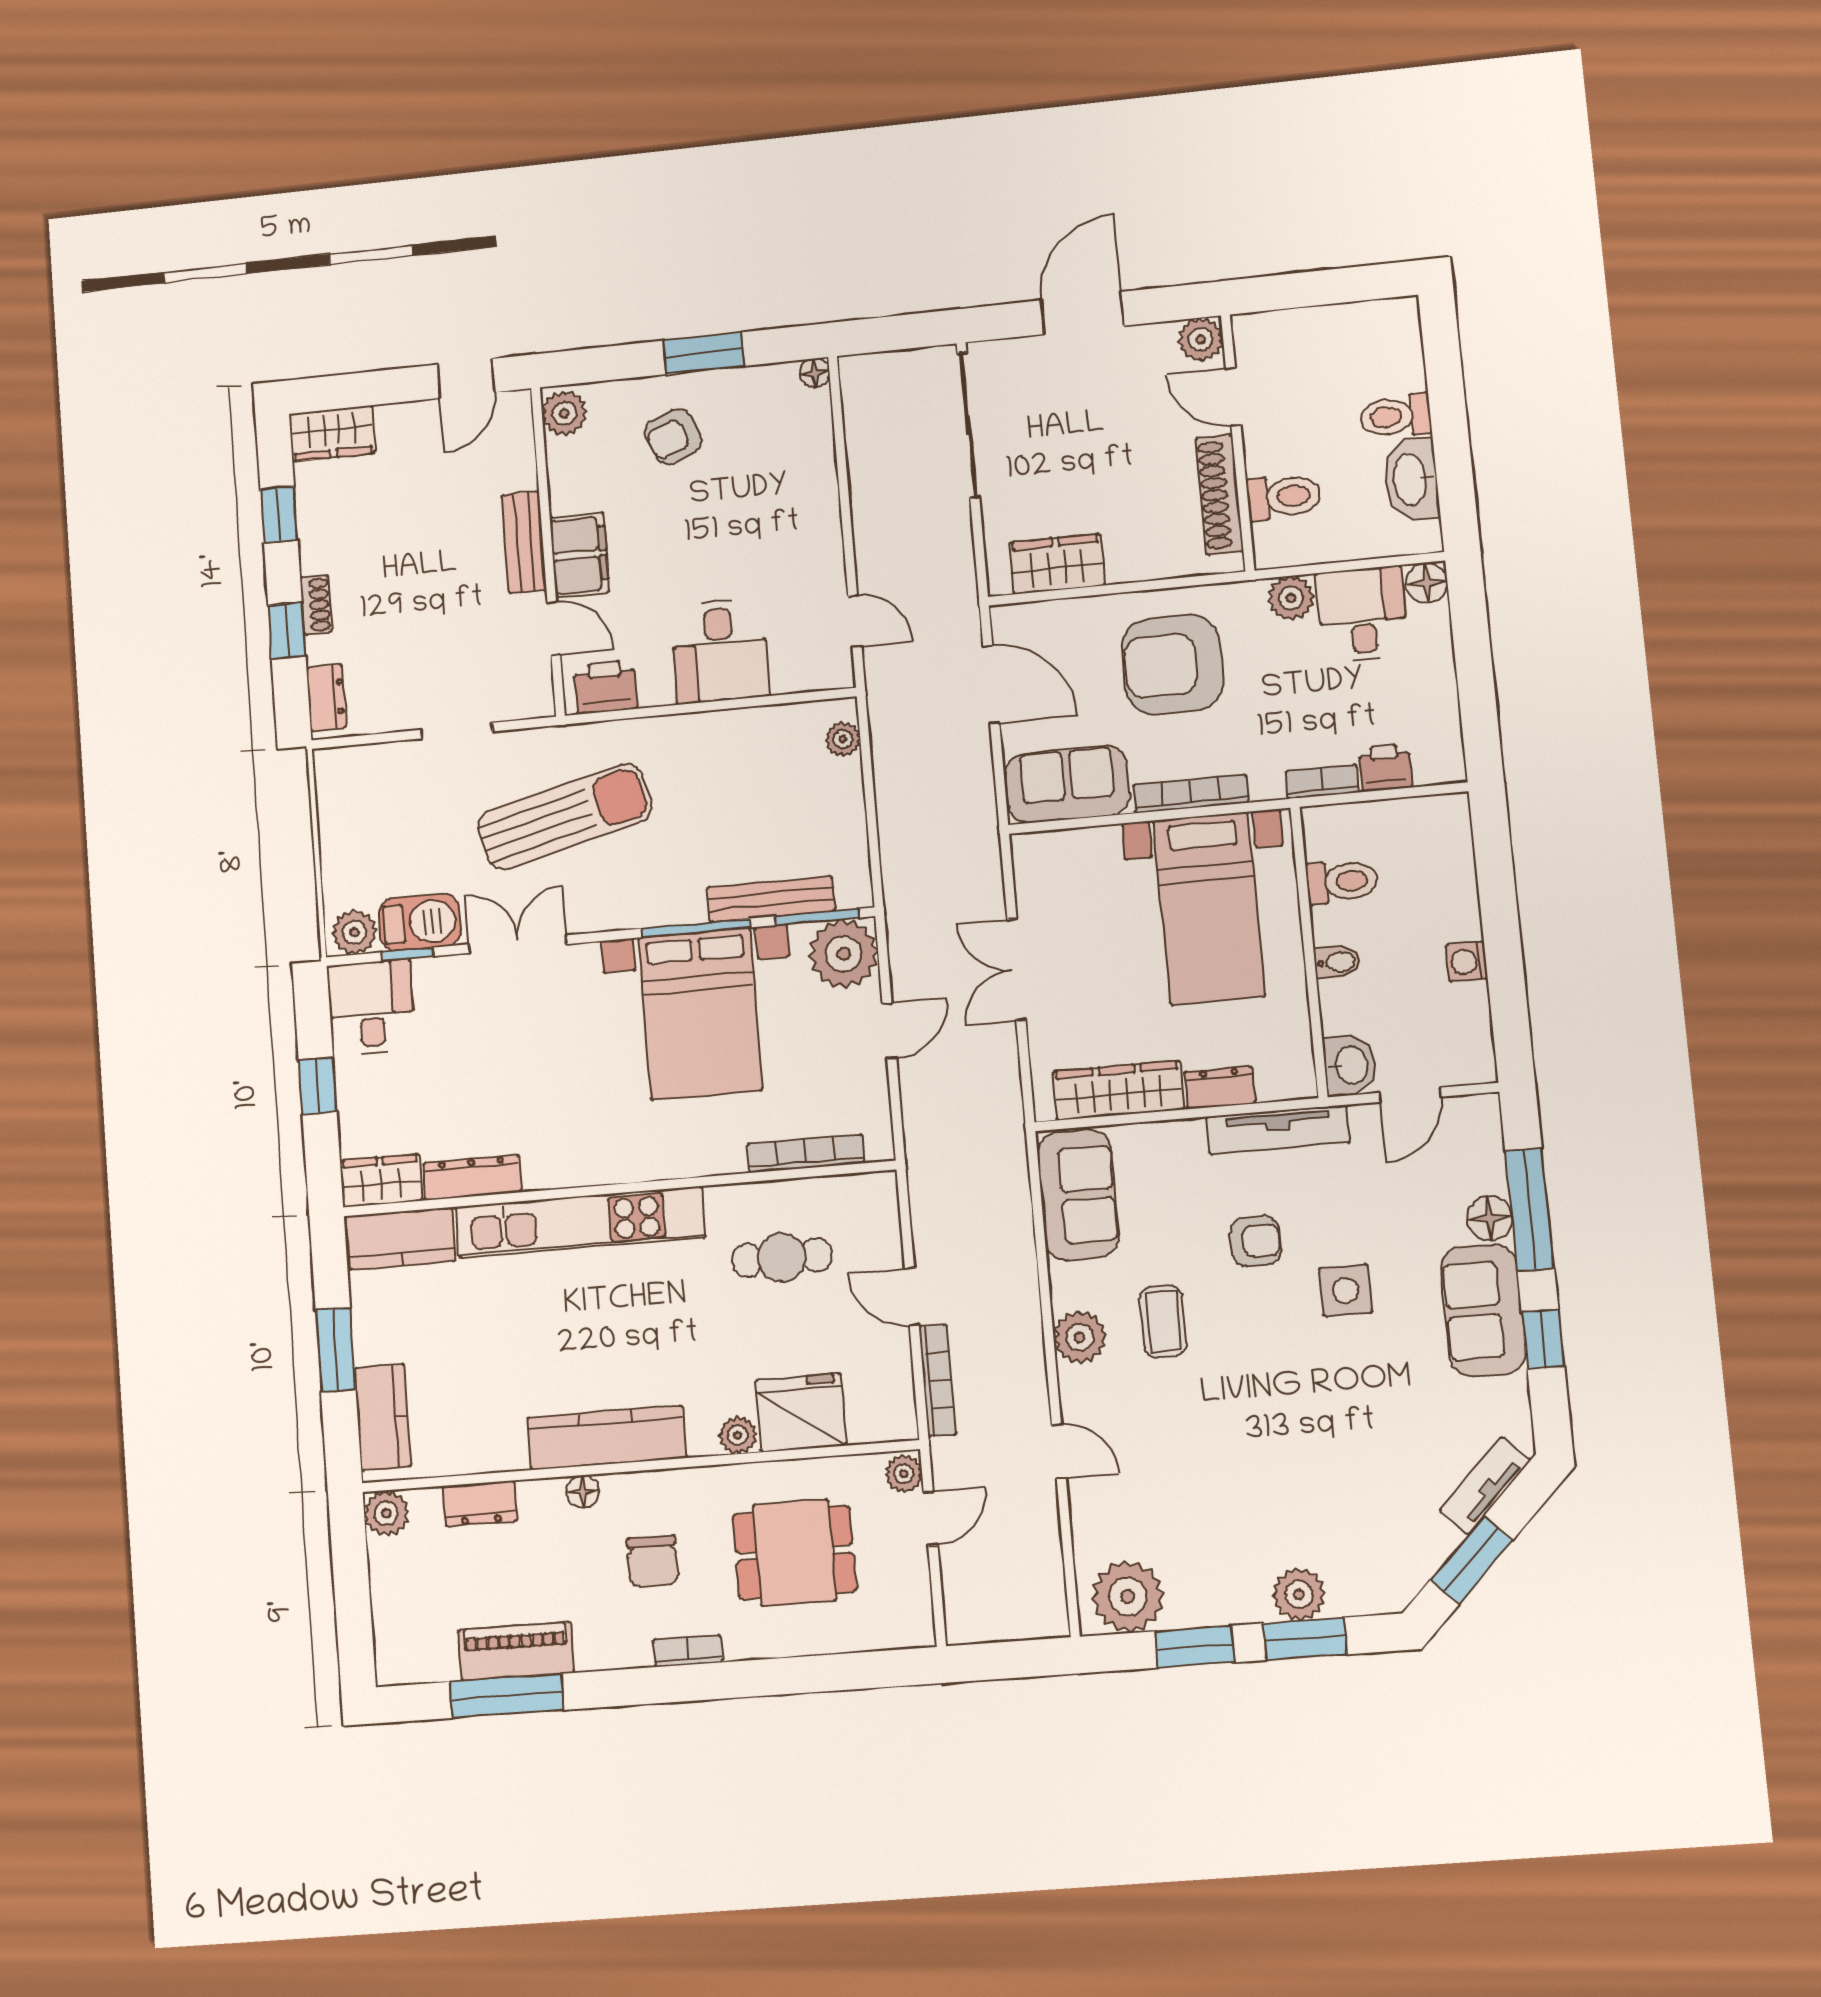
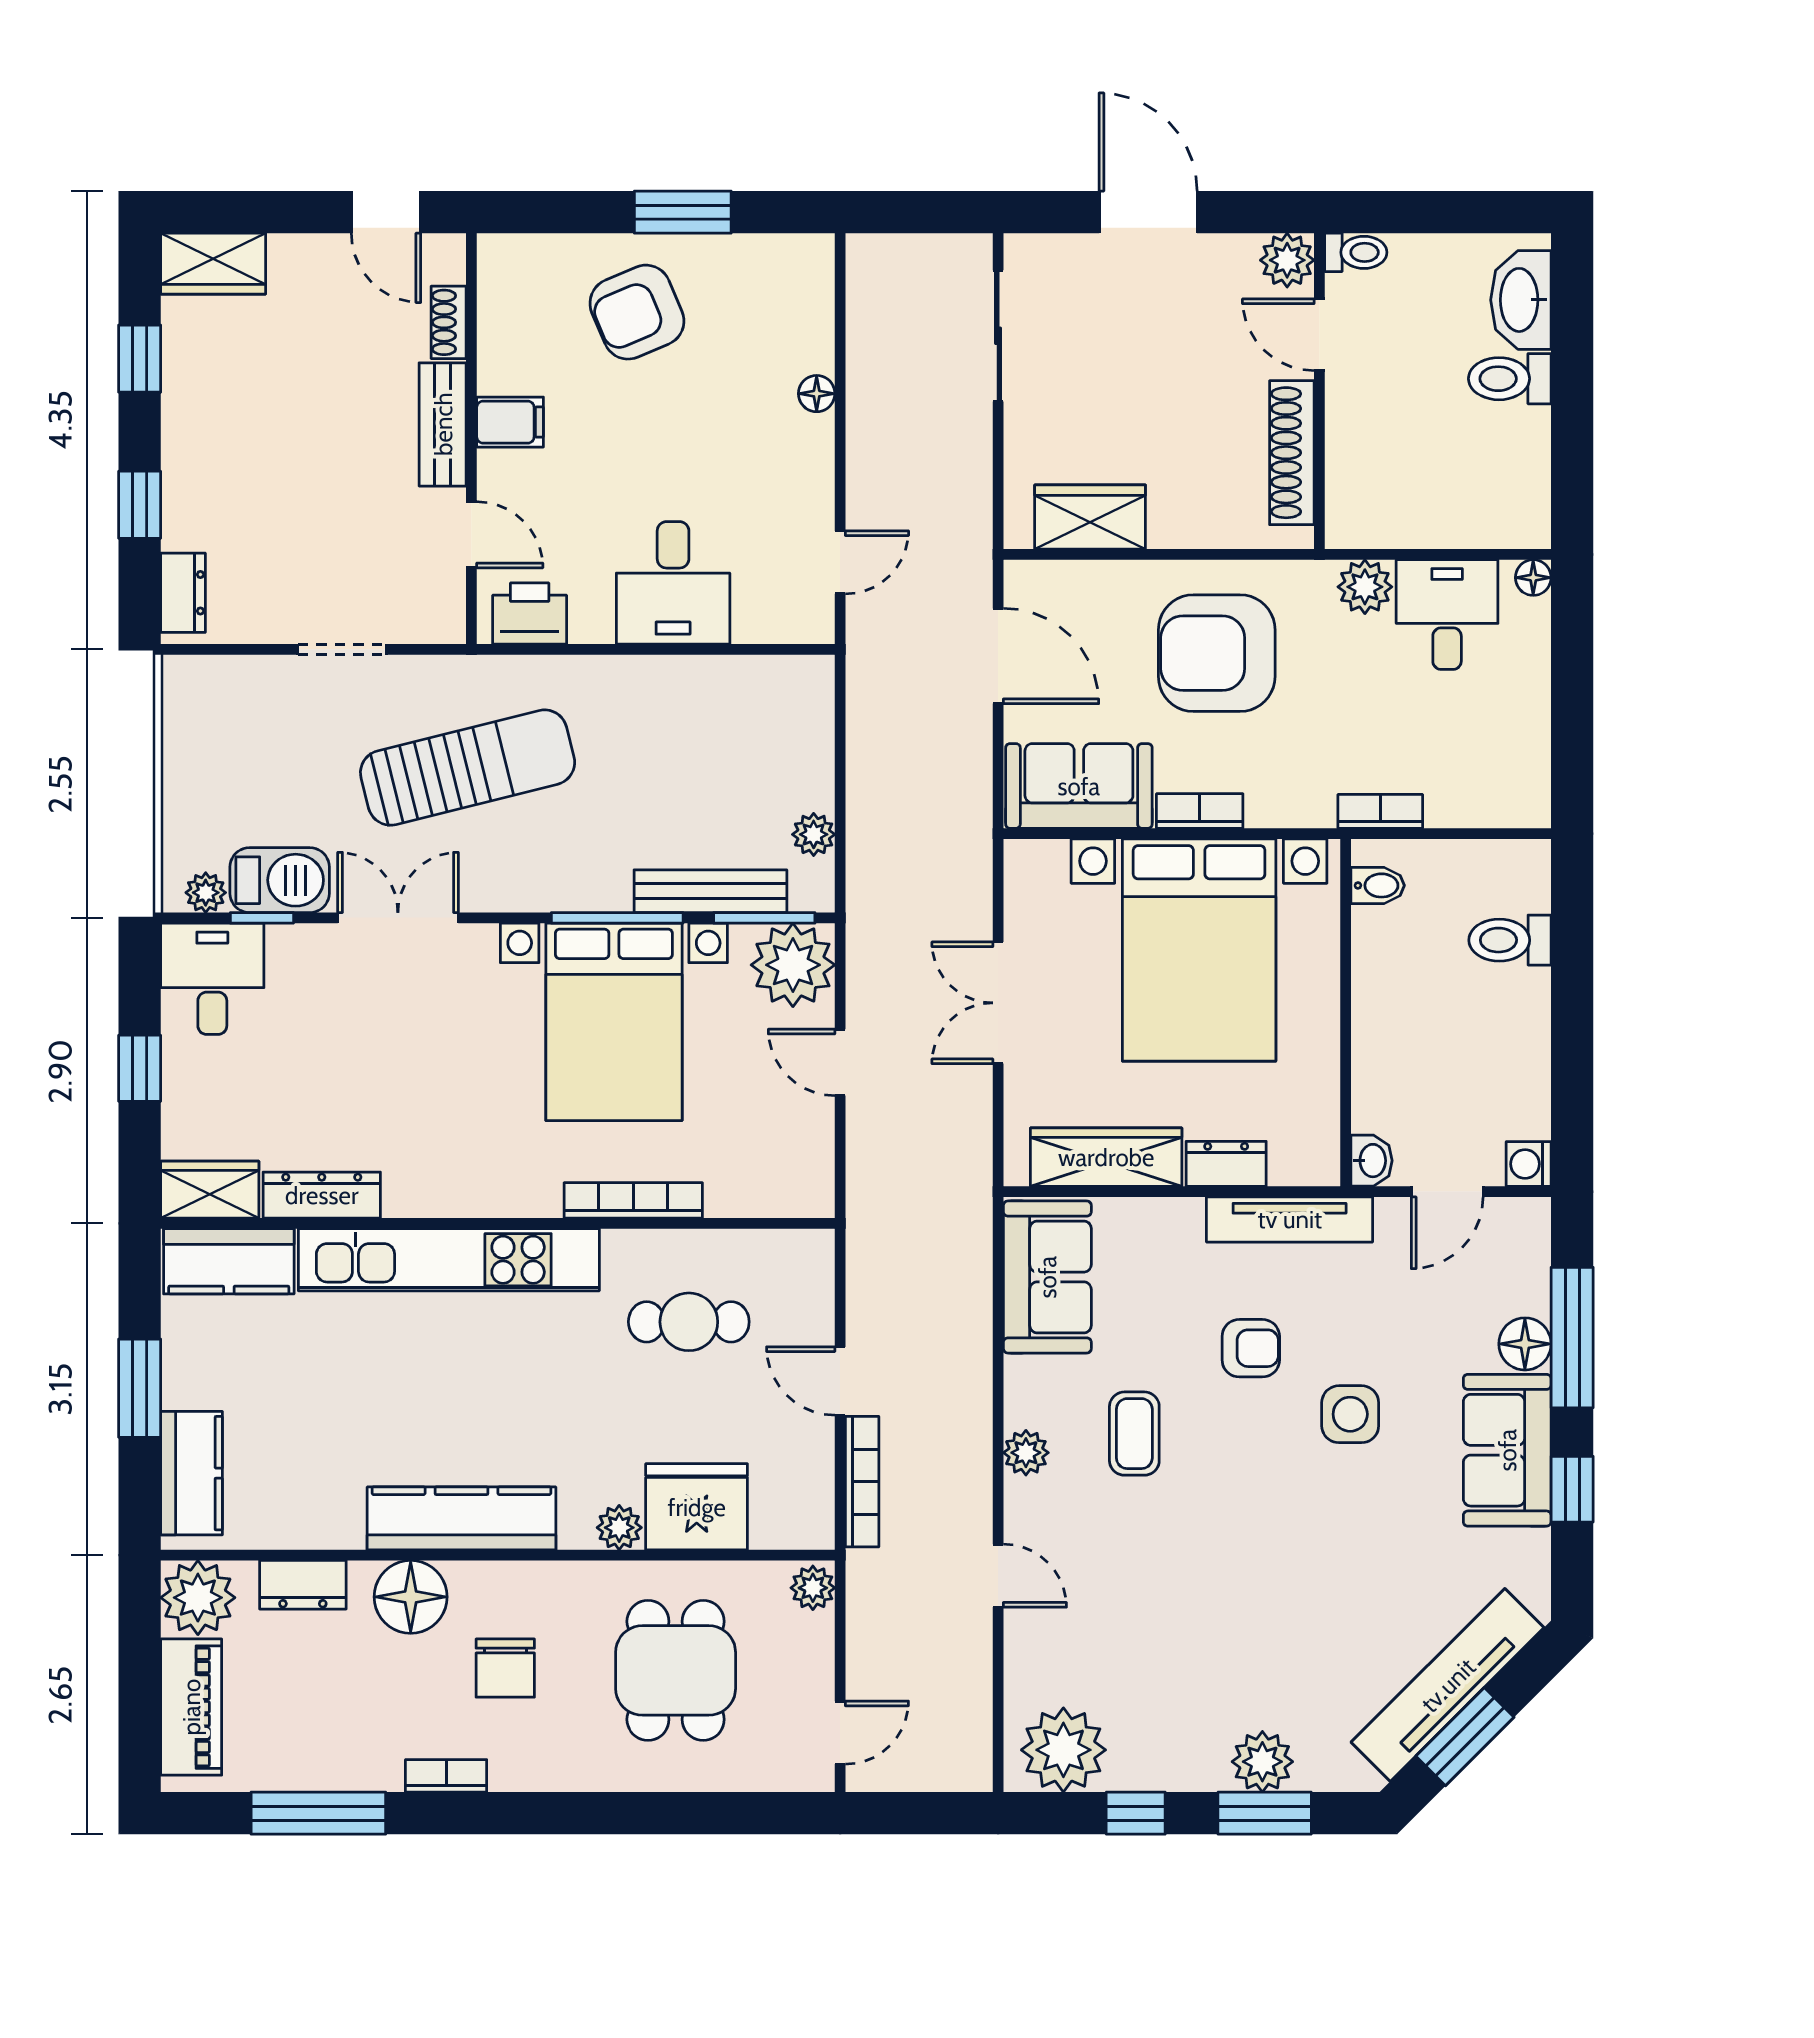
door: (1082, 313) -> (1148, 212), hinge flipped
floor lamp: (815, 373) -> (817, 394), moved
door: (466, 378) -> (386, 212), hinge flipped
plant: (564, 413) -> (505, 269), removed
sliding door: (968, 425) -> (998, 336), width x0.73
armchair: (673, 437) -> (637, 312), width x1.38, depth x1.38
washbasin: (1411, 479) -> (1521, 300), moved
toilet: (1284, 497) -> (1356, 252), moved, width x0.73, depth x0.72
filing cabinet: (579, 555) -> (510, 422), width x0.50
floor lamp: (1427, 583) -> (1533, 578), width x0.73, depth x0.73
shoe rack: (316, 605) -> (449, 322), moved, turned 180
door: (855, 621) -> (840, 562), hinge flipped
plant: (843, 739) -> (814, 834), moved
printer: (1385, 768) -> (1456, 802), removed
bookcase: (1191, 794) -> (1200, 811), width x0.64
toilet: (1342, 882) -> (1510, 940), moved, turned 180
bed with nightstands: (1209, 908) -> (1199, 950), width x1.36
plant: (355, 932) -> (206, 893), width x0.73, depth x0.73
washing machine: (1467, 961) -> (1529, 1164), moved
bidet: (1337, 962) -> (1378, 885), moved
door: (889, 1031) -> (840, 1062), swing flipped
washbasin: (1350, 1065) -> (1372, 1161), width x0.72, depth x0.69
bookcase: (806, 1153) -> (633, 1200), moved
plant: (1080, 1337) -> (1026, 1453), width x0.73, depth x0.73
tv unit: (1485, 1485) -> (1448, 1685), width x1.92, depth x1.29
floor lamp: (583, 1491) -> (411, 1597), width x1.89, depth x1.89
plant: (386, 1513) -> (198, 1598), width x1.36, depth x1.36
door: (931, 1519) -> (840, 1733), moved
dining table: (795, 1553) -> (676, 1670), turned 90
window: (1194, 1647) -> (1136, 1813), width x0.67
piano: (516, 1651) -> (191, 1707), moved, turned 90
bookcase: (688, 1651) -> (446, 1776), moved

